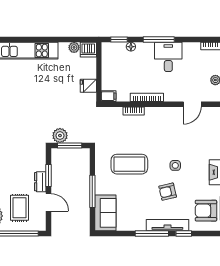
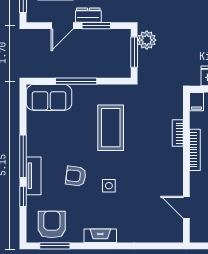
armchair: (168, 192) -> (76, 176), turned -70
tv unit: (167, 225) -> (34, 176), width x0.71

